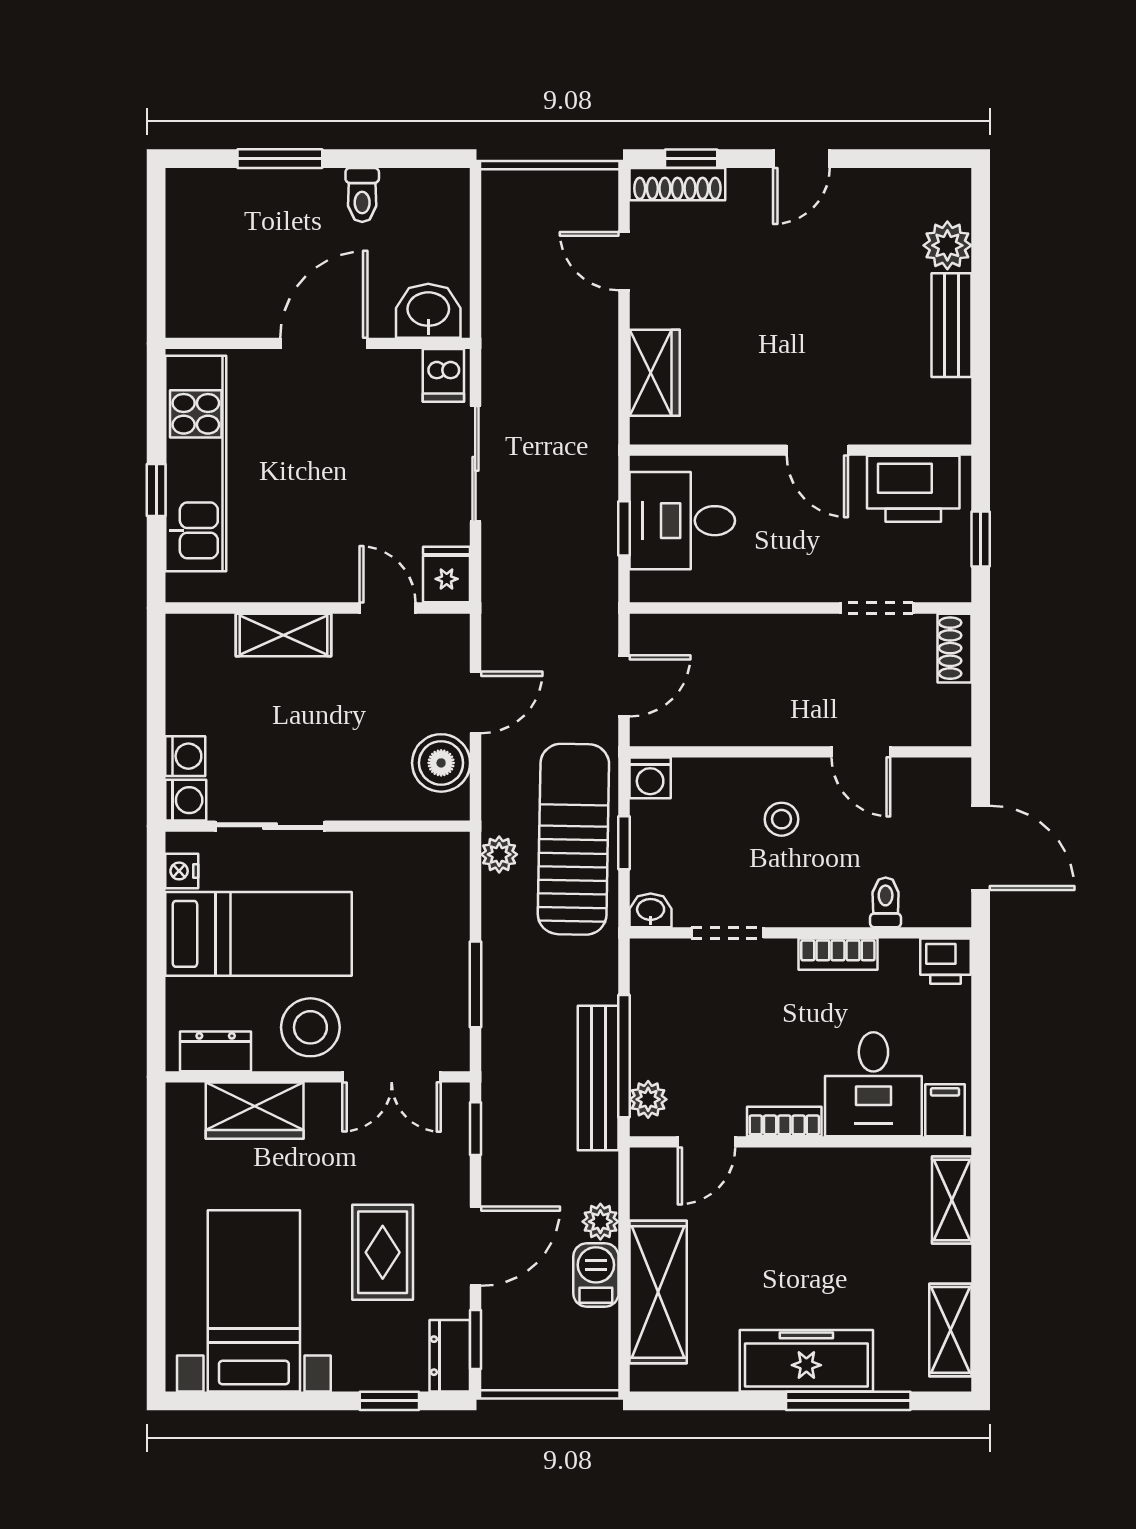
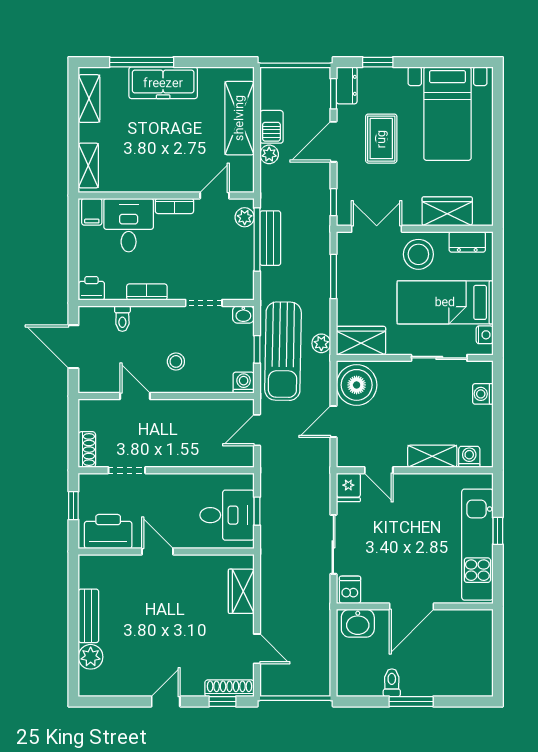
window: (280, 159) -> (411, 701), moved
boiler: (441, 763) -> (357, 385), width x1.37, depth x1.37
washing machine: (186, 800) -> (469, 457), moved, turned 90
wardrobe: (422, 859) -> (361, 341), added
bench: (598, 1078) -> (270, 238), width x0.73

